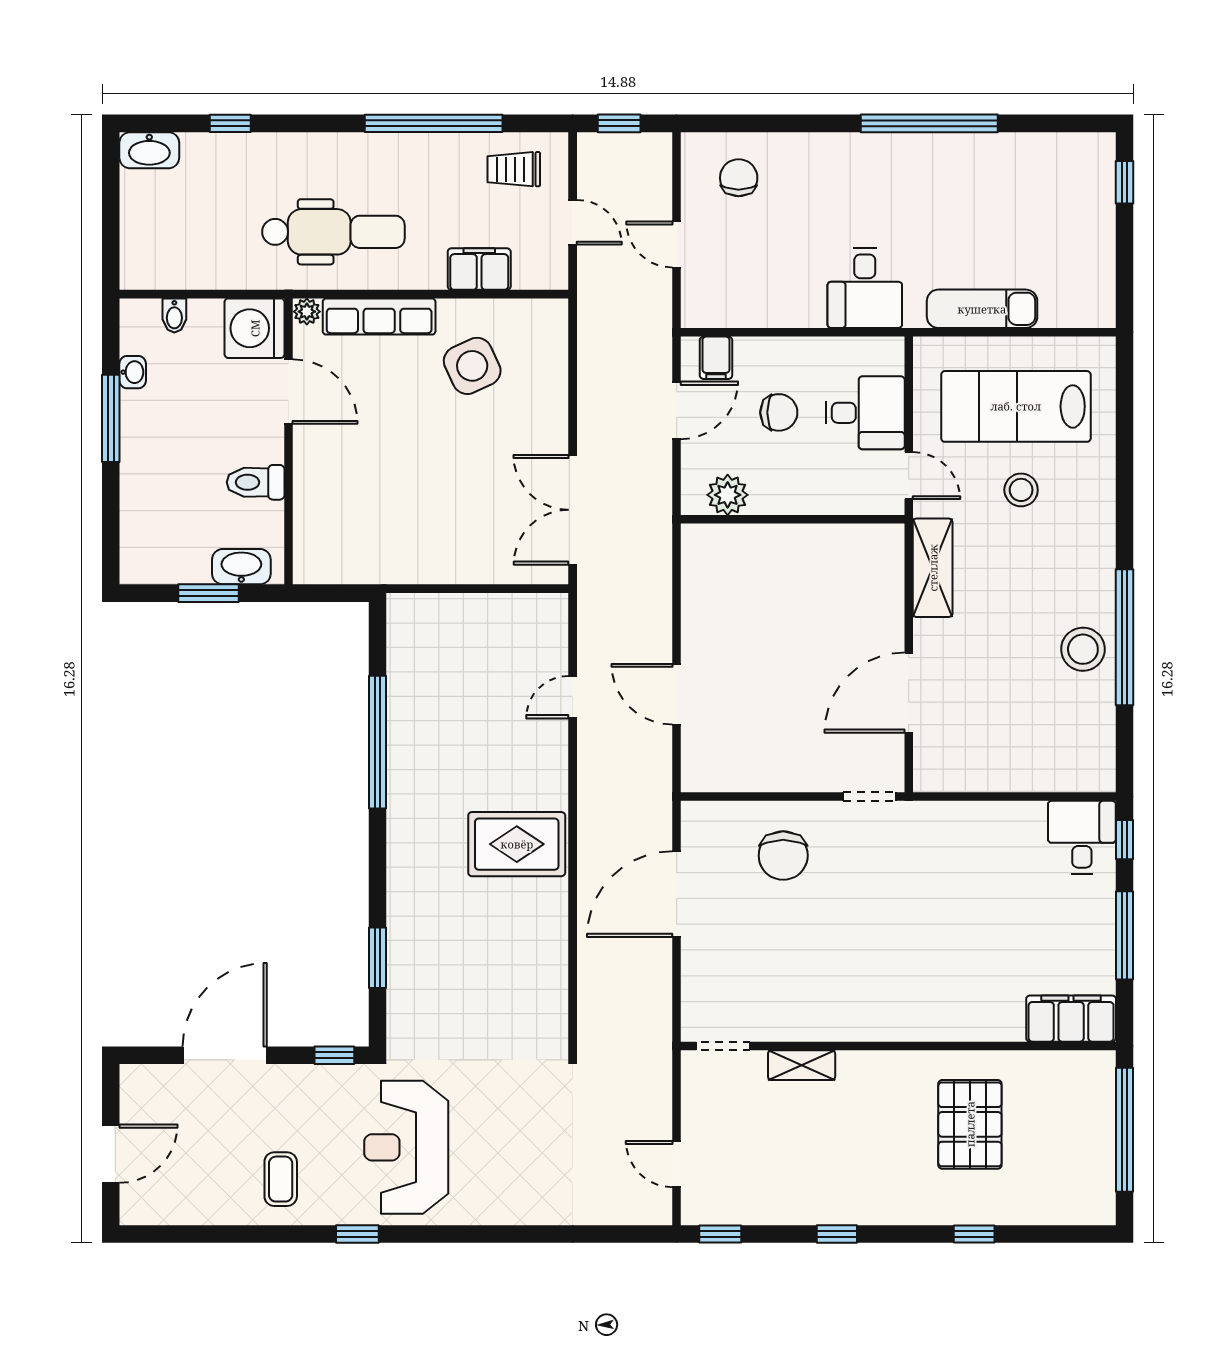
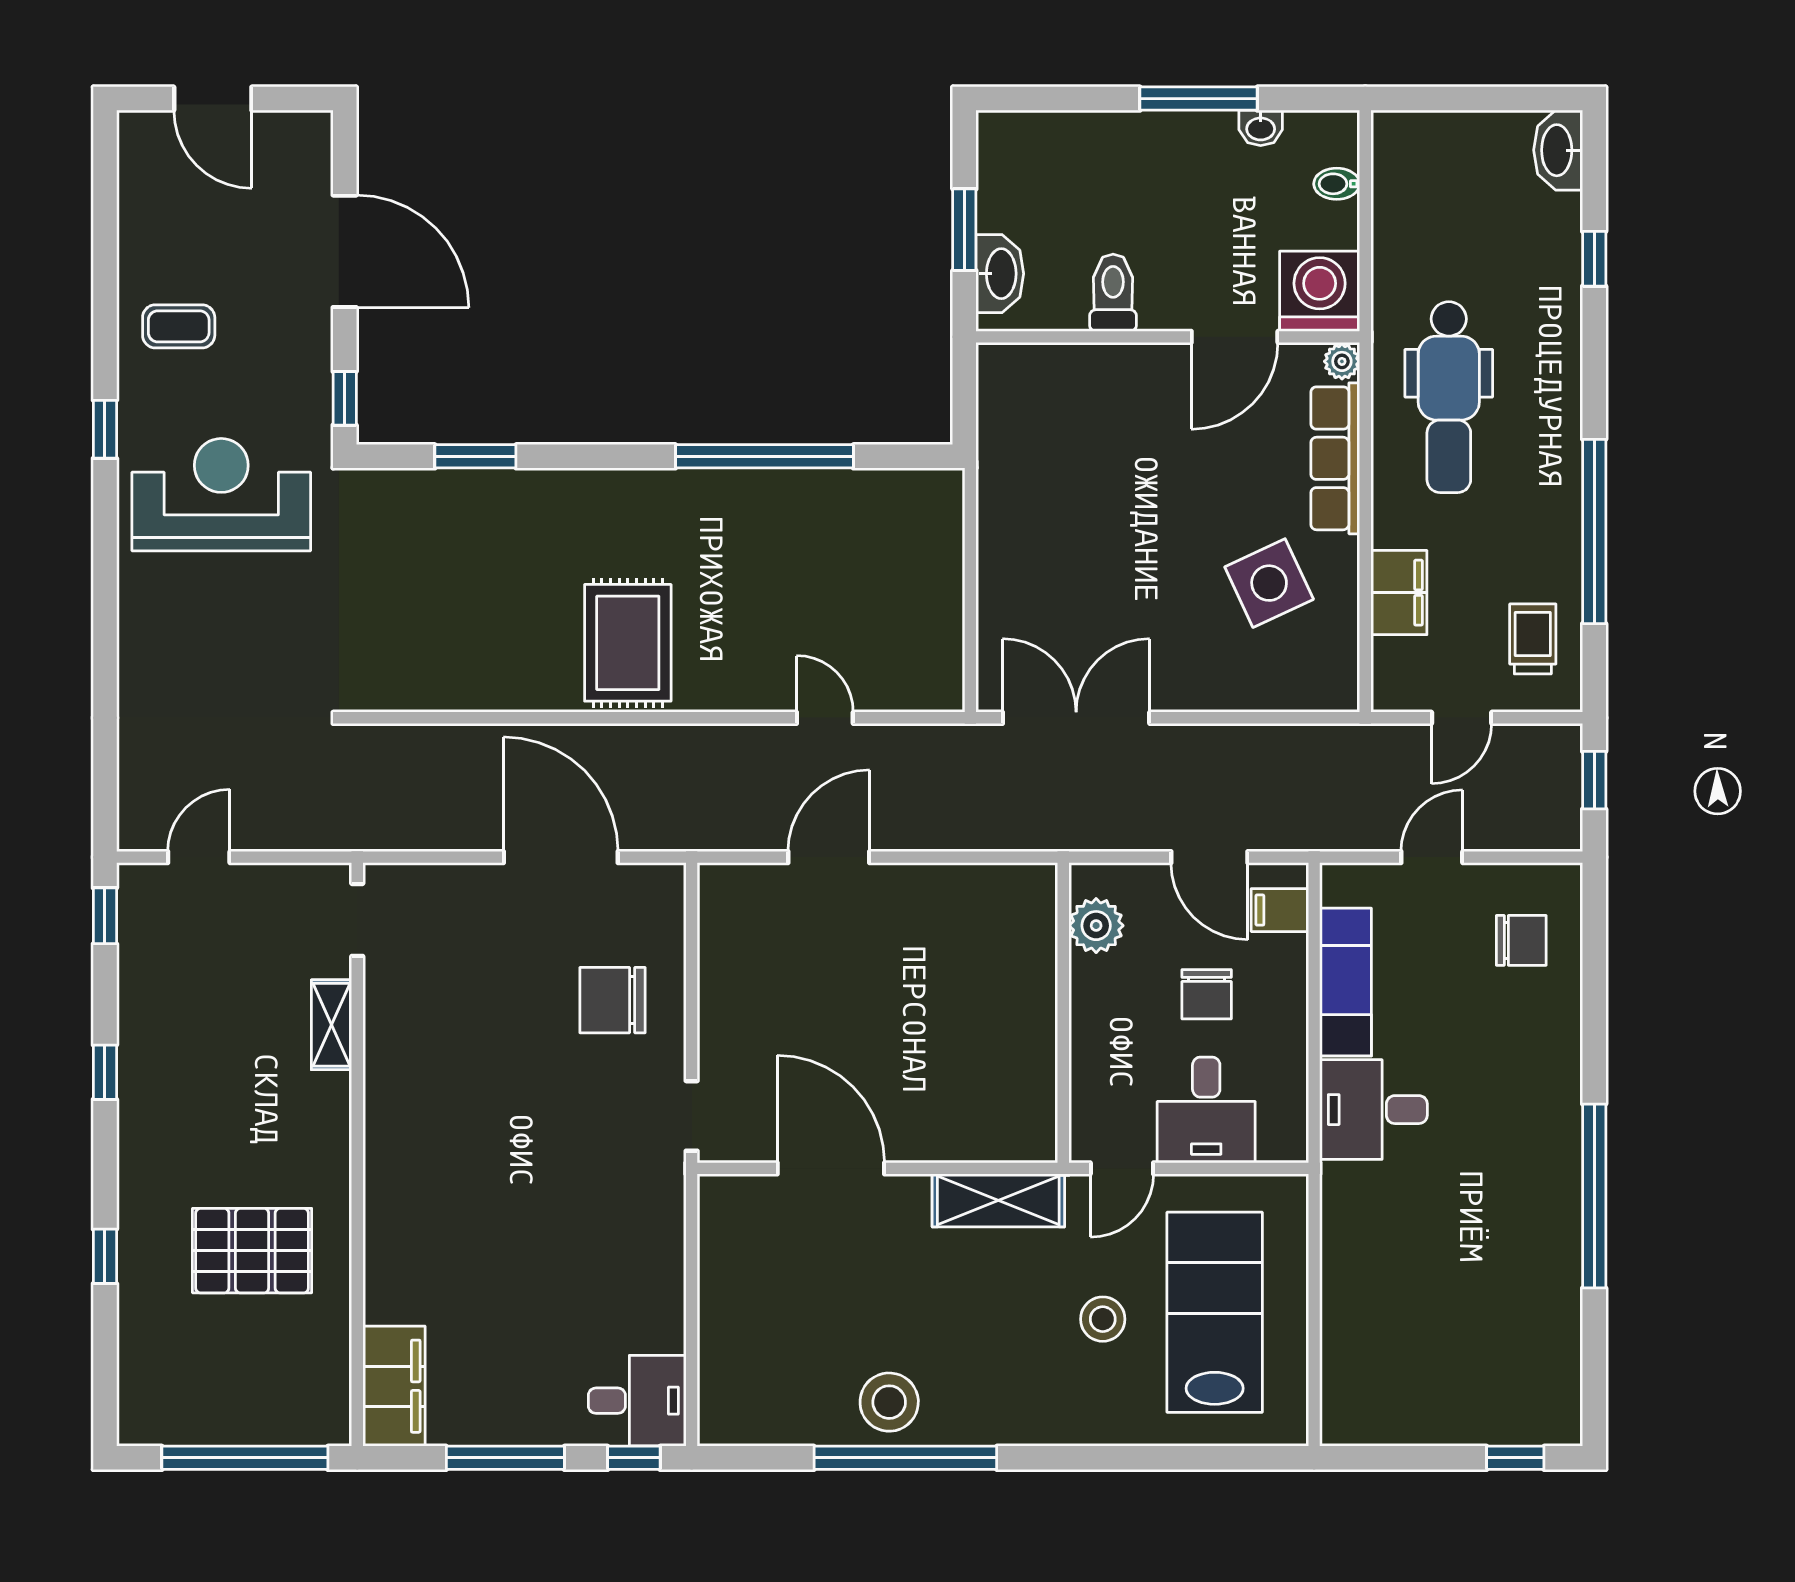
exam couch: (982, 309) -> (1346, 982), moved

